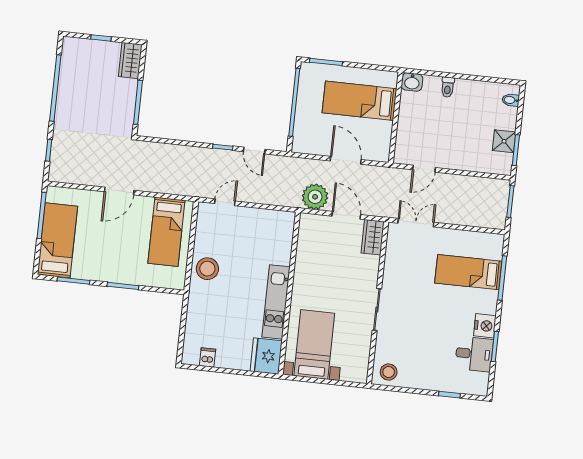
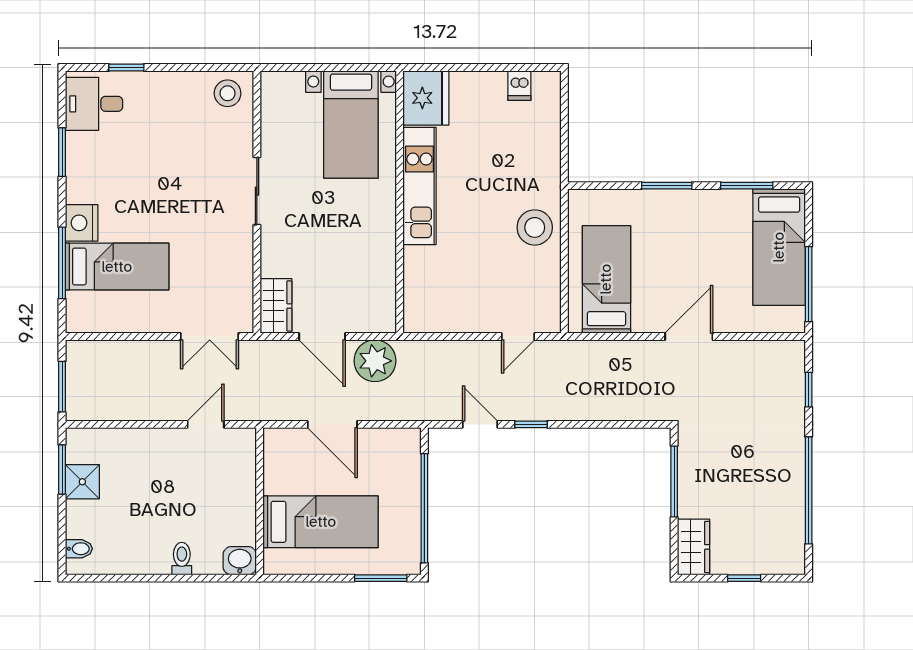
nightstand: (485, 326) -> (82, 223), moved
desk: (474, 354) -> (94, 104), moved

